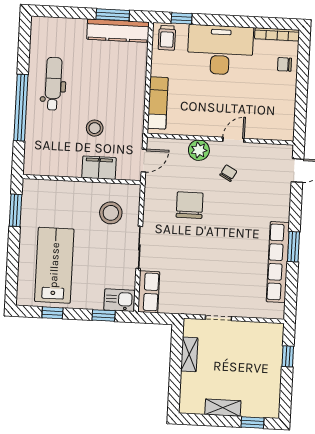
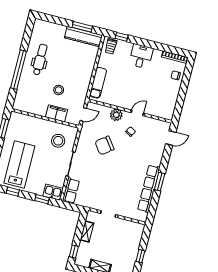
desk: (220, 50) -> (141, 56), width x0.53, depth x0.77
chair: (190, 205) -> (104, 145), turned -127
window: (288, 356) -> (140, 256), moved
window: (174, 392) -> (74, 252), added

